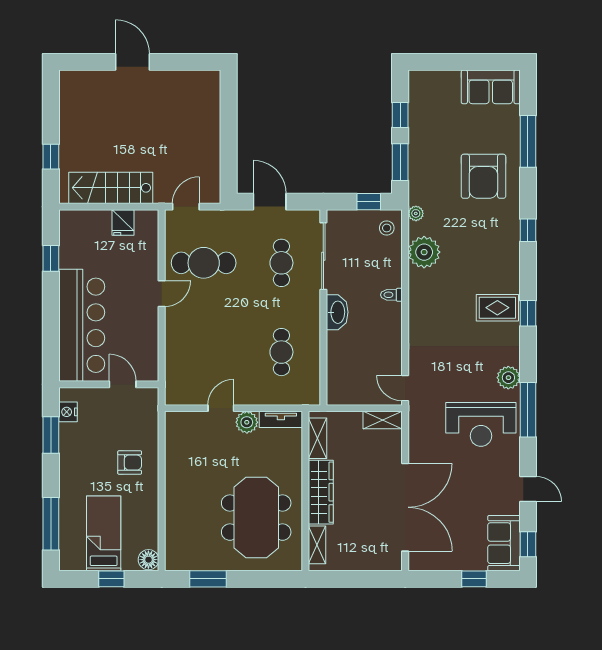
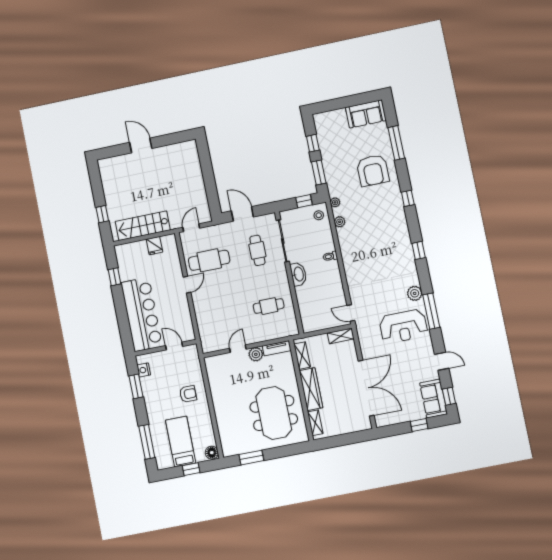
plant: (424, 252) -> (340, 222), width x0.53, depth x0.53
rug: (497, 308) -> (399, 251), removed
cafe table: (281, 352) -> (269, 306), turned 90

